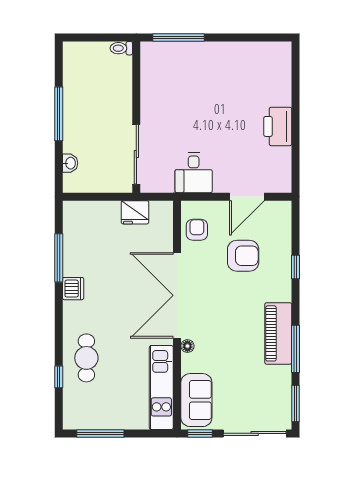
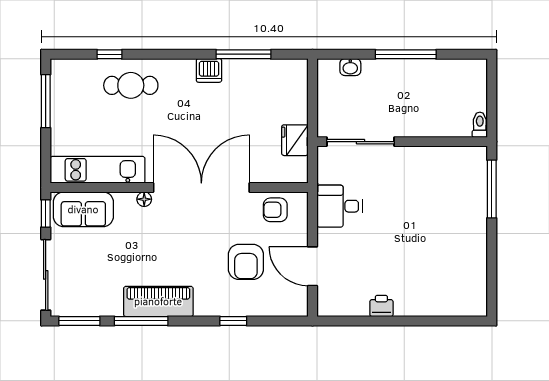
printer: (278, 126) -> (381, 306), width x0.53, depth x0.68
armchair: (197, 230) -> (275, 210), turned 180

